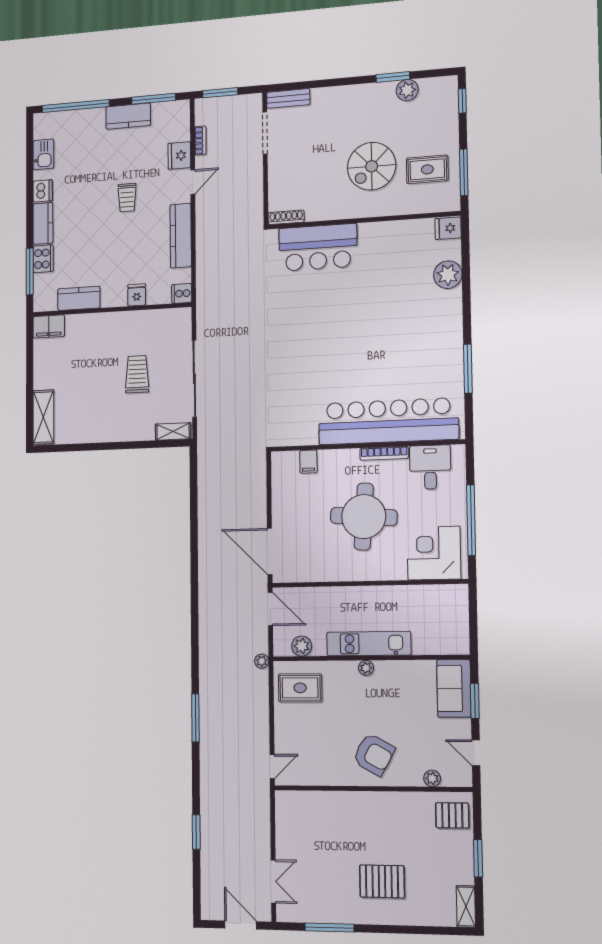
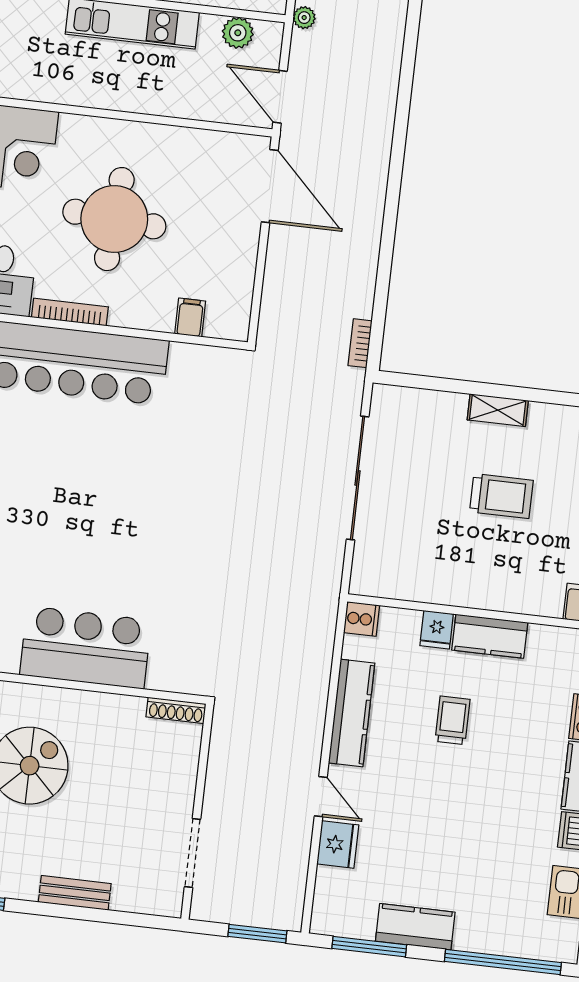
bench: (288, 98) -> (75, 893), moved
bookcase: (200, 141) -> (360, 343), moved
door: (193, 182) -> (321, 797), swing flipped
trolley: (127, 198) -> (453, 720), moved
bar counter: (318, 247) -> (86, 648), moved
kitchen counter: (79, 298) -> (490, 636), moved
trolley: (137, 374) -> (501, 496), moved, turned -90
shelving: (173, 431) -> (498, 410), moved

